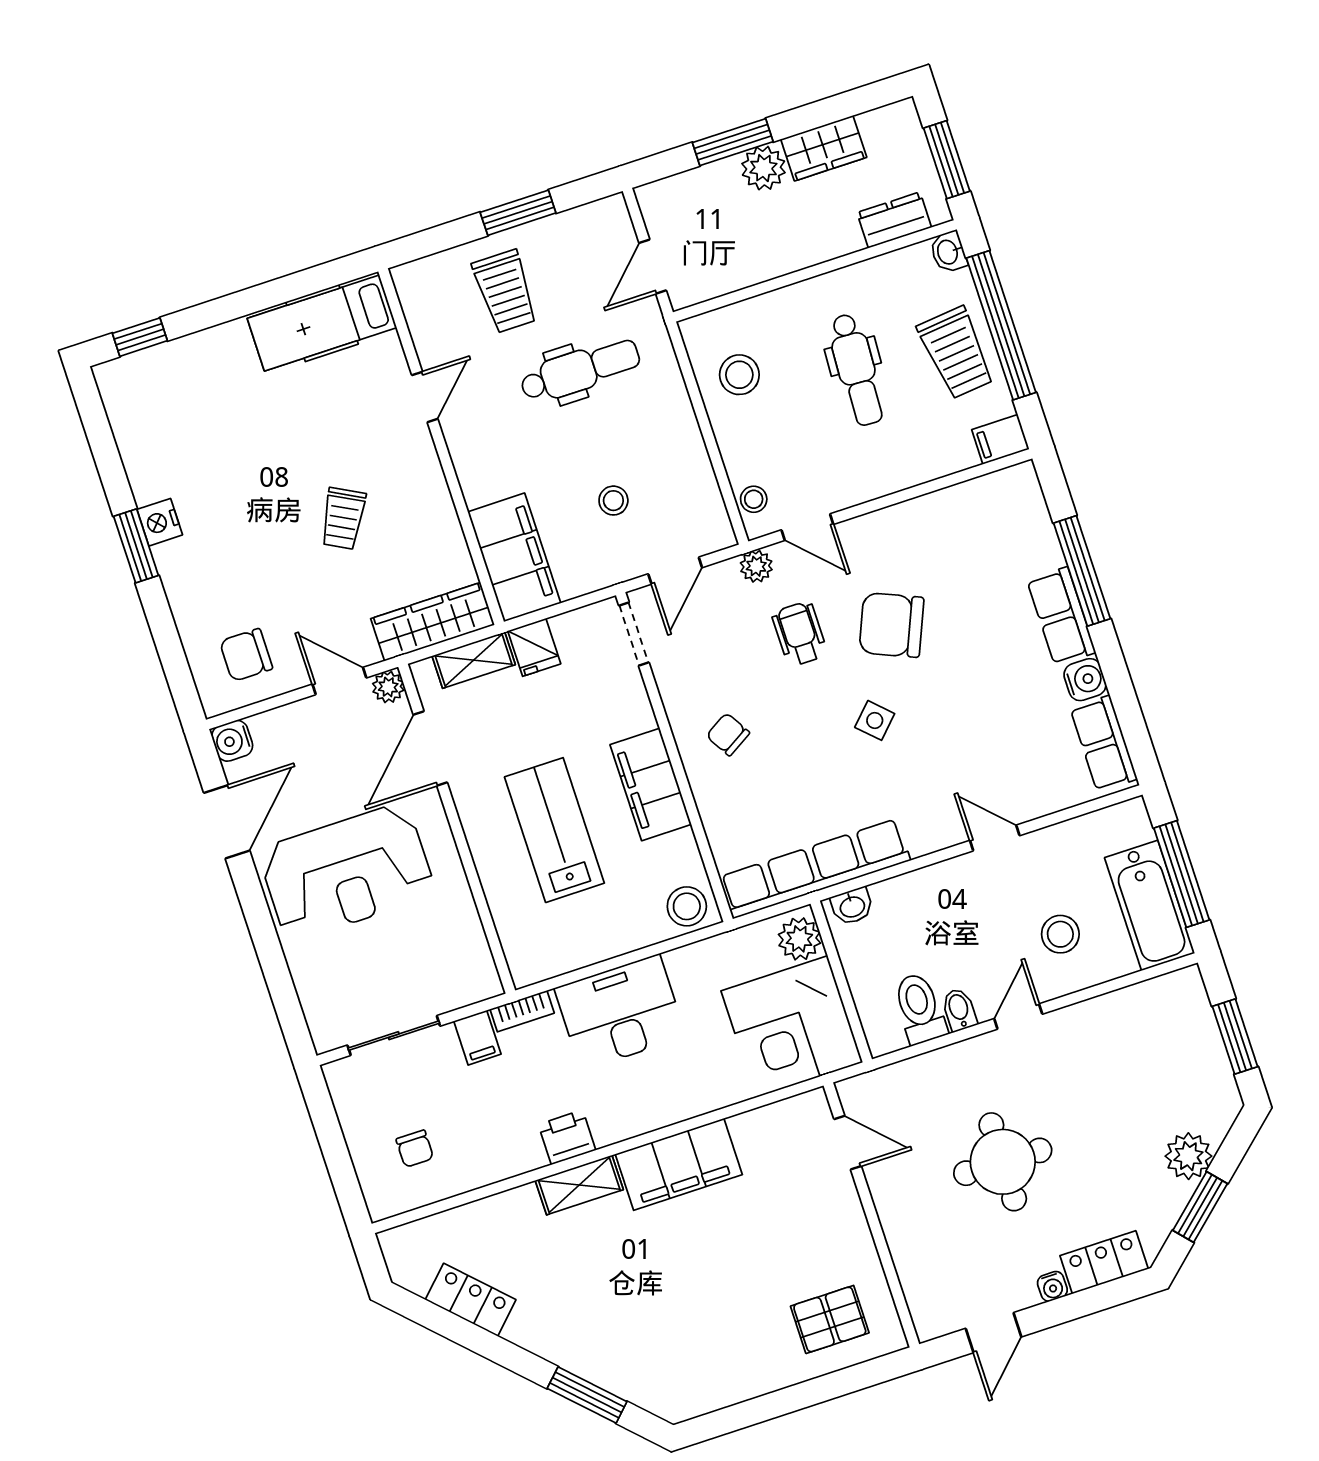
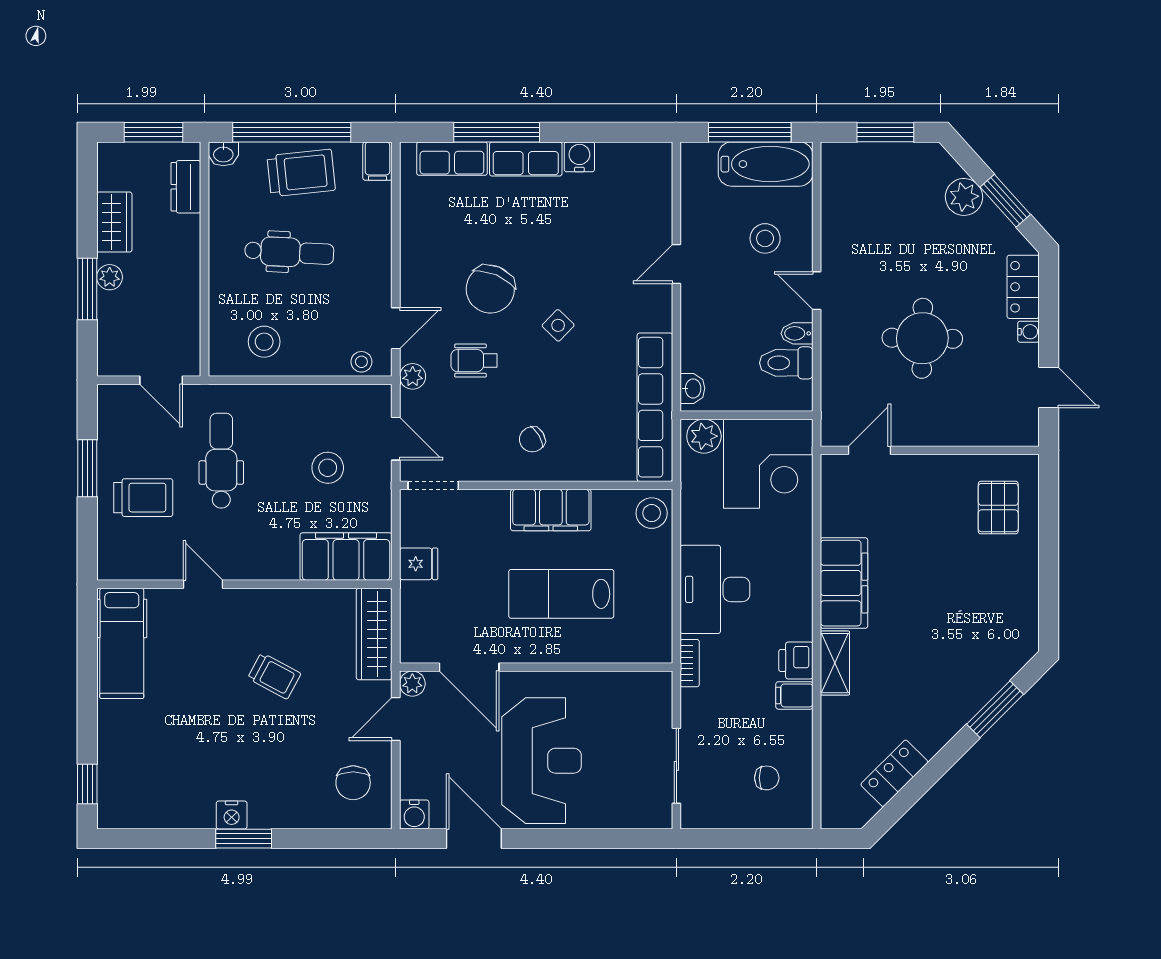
plant: (763, 168) -> (110, 277), width x0.73, depth x0.73
stool: (613, 501) -> (328, 468), width x1.37, depth x1.37
shelving: (474, 660) -> (413, 613), removed
row of seats: (1104, 744) -> (452, 159), moved
filing cabinet: (477, 1038) -> (794, 695), moved, turned 180

